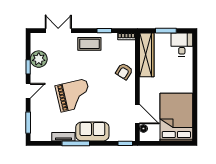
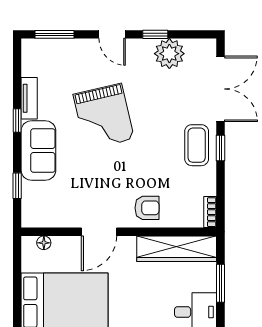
double door: (58, 31) -> (220, 89), width x1.37
window: (104, 31) -> (220, 148), moved
armchair: (124, 71) -> (147, 208), turned 148
door: (137, 114) -> (99, 232), moved
window: (76, 143) -> (17, 121), width x0.46
window: (125, 143) -> (17, 186), moved

